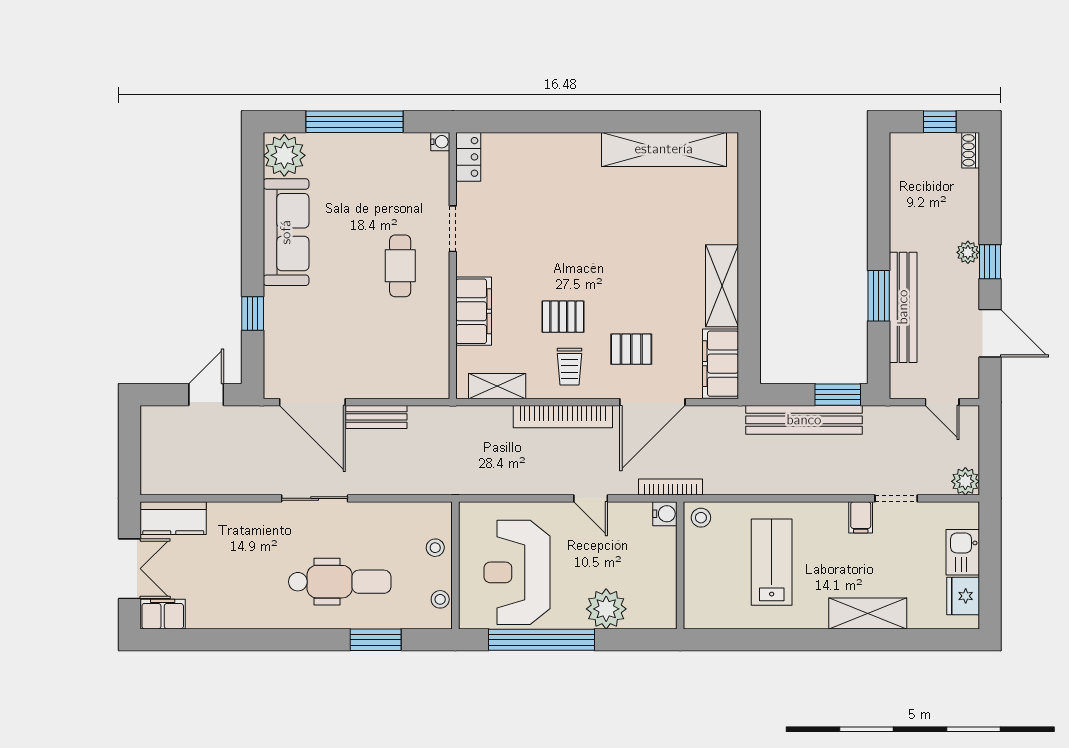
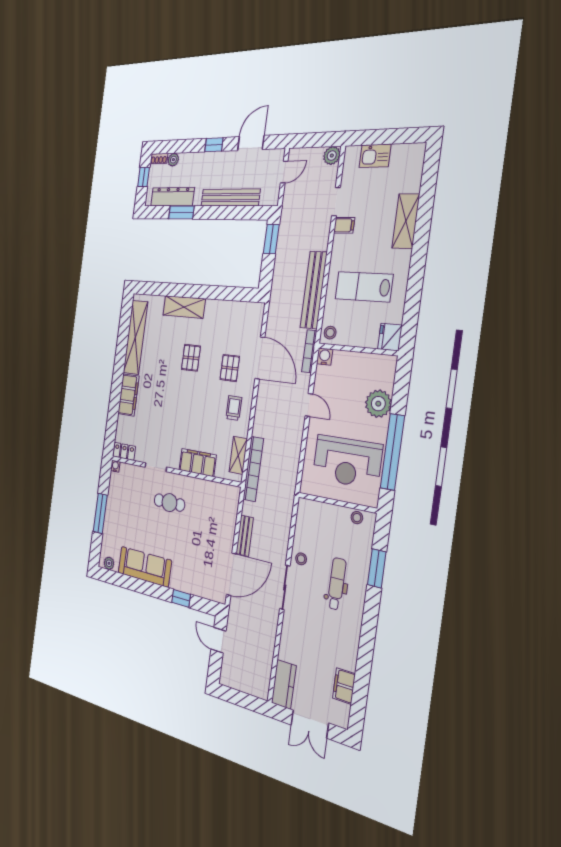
window: (354, 122) -> (100, 513), width x0.68
plant: (284, 155) -> (109, 563), width x0.53, depth x0.53
dresser: (905, 190) -> (172, 197), added
plant: (968, 252) -> (173, 160), moved
shelving: (722, 286) -> (184, 307), moved
window: (879, 296) -> (181, 212), moved
pallet: (563, 317) -> (191, 358), moved
filing cabinet: (720, 364) -> (128, 395), moved, turned -90
trolley: (569, 367) -> (234, 408), turned -90
bookcase: (563, 417) -> (253, 469), moved
bench: (804, 420) -> (314, 290), moved
door: (591, 498) -> (309, 405), hinge flipped
stool: (435, 548) -> (301, 559), moved
double door: (130, 569) -> (310, 724), swing flipped
dental chair: (340, 582) -> (337, 584), width x0.73, depth x0.72
fridge: (963, 596) -> (390, 337), moved, turned 90
filing cabinet: (163, 614) -> (344, 686), moved

